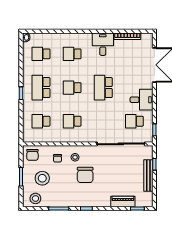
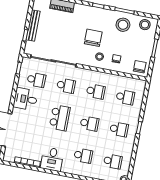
school desk: (41, 88) -> (119, 129), width x0.54
school desk: (103, 121) -> (66, 86), added
stool: (42, 178) -> (123, 25), moved

